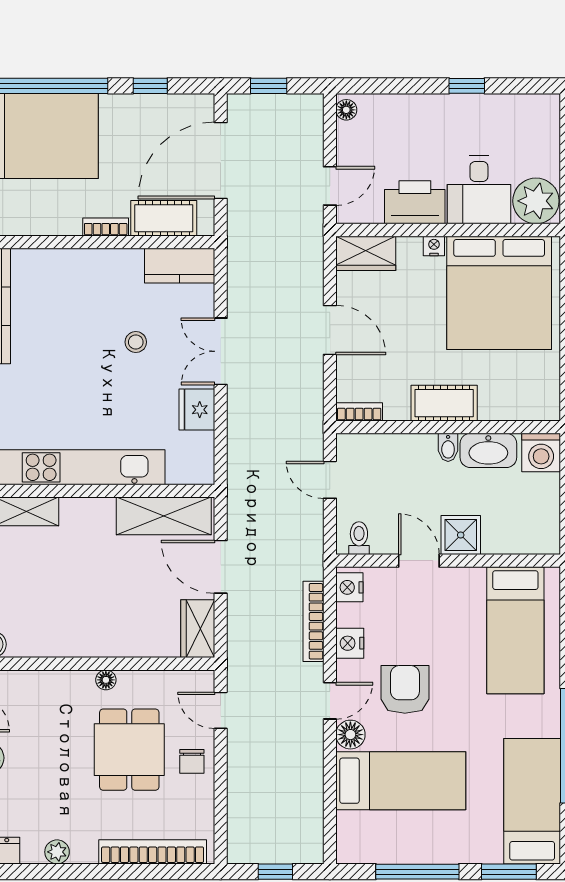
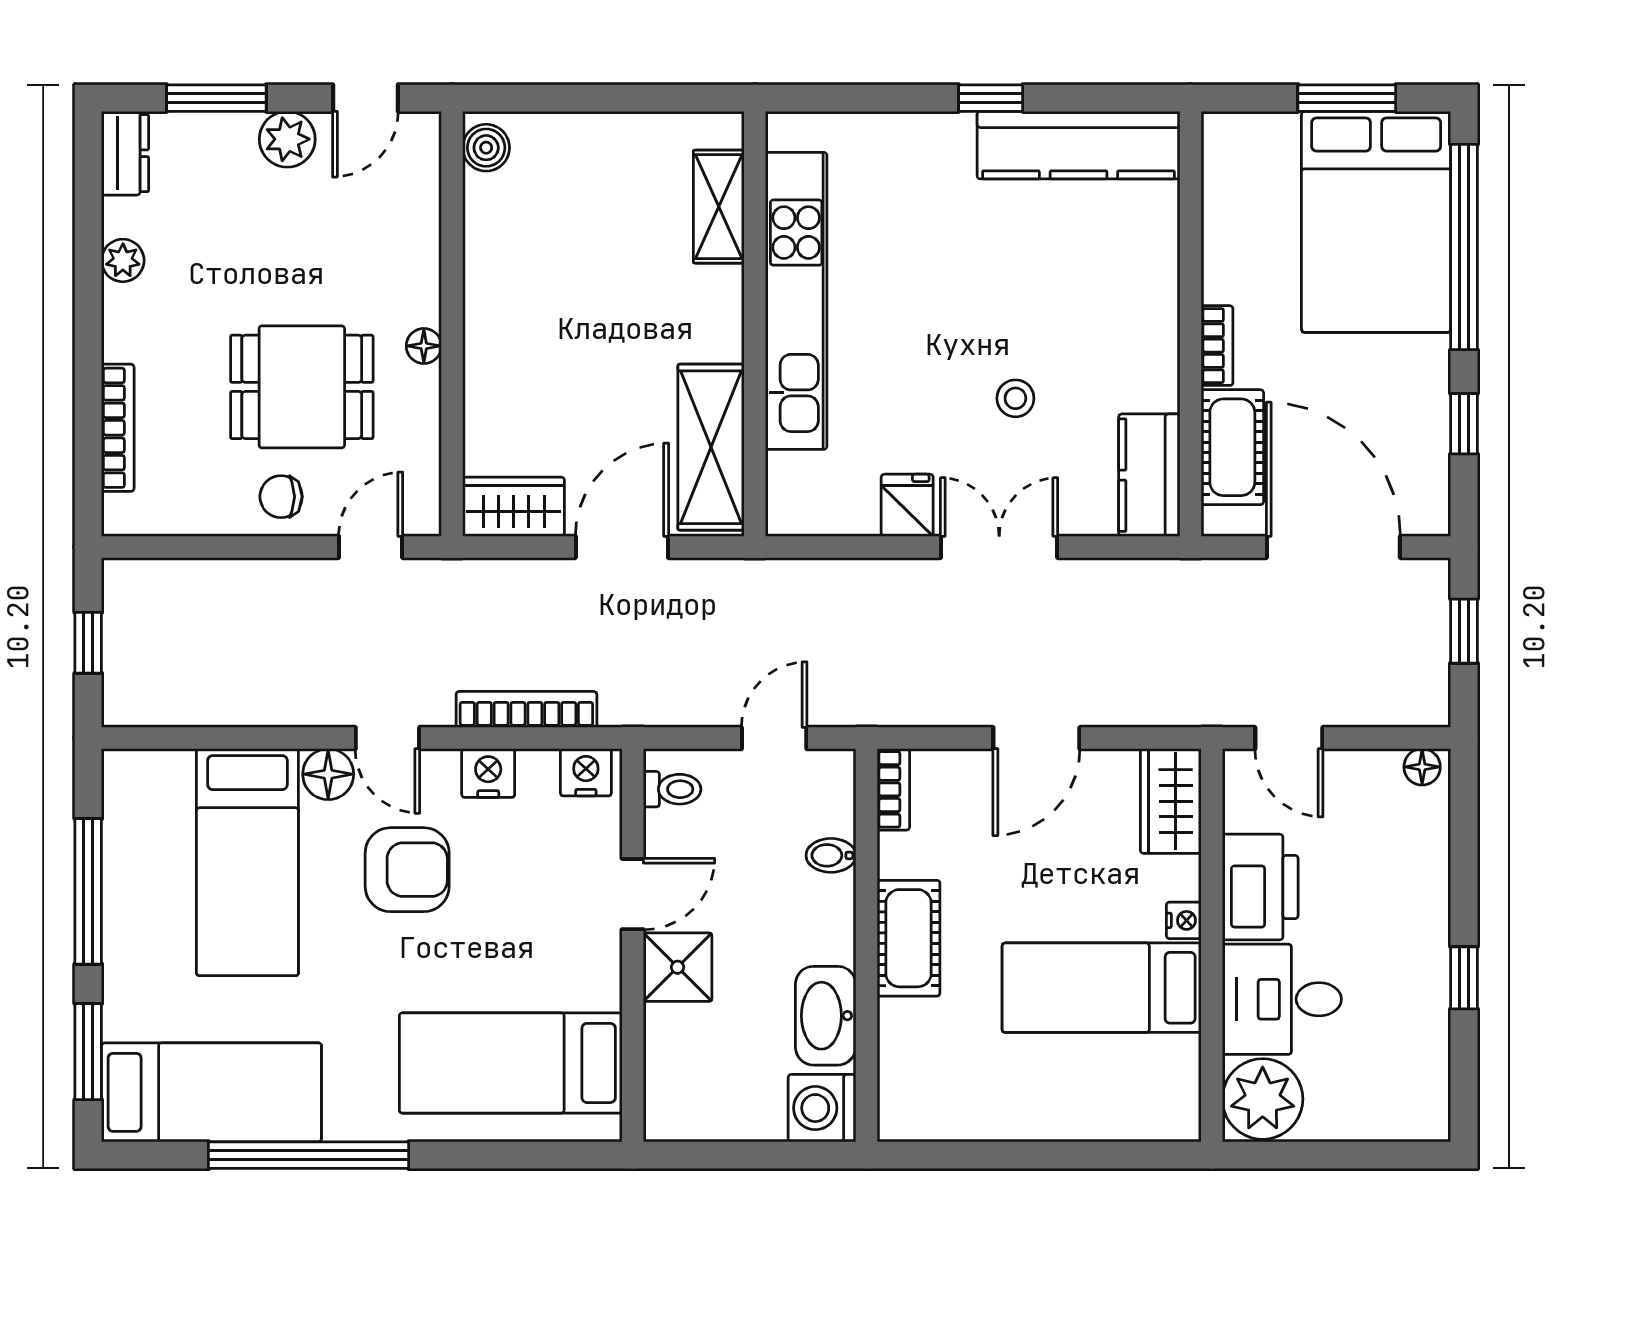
bed: (499, 293) -> (1102, 988), width x0.49
fridge: (197, 410) -> (907, 505), width x0.72
bidet: (448, 447) -> (831, 855), moved
bookcase: (153, 852) -> (118, 428), width x0.68, depth x0.76

